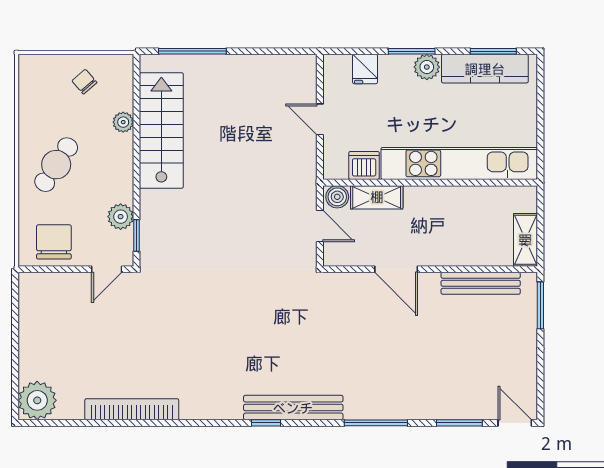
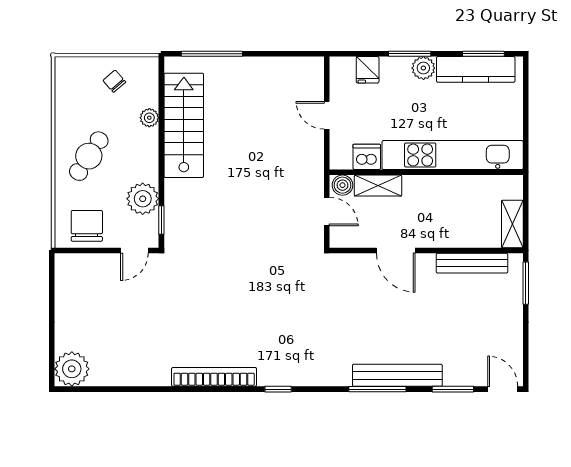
plant: (121, 217) -> (143, 199), width x1.36, depth x1.36
bench: (293, 408) -> (397, 375), moved
bookcase: (132, 409) -> (214, 377), moved

